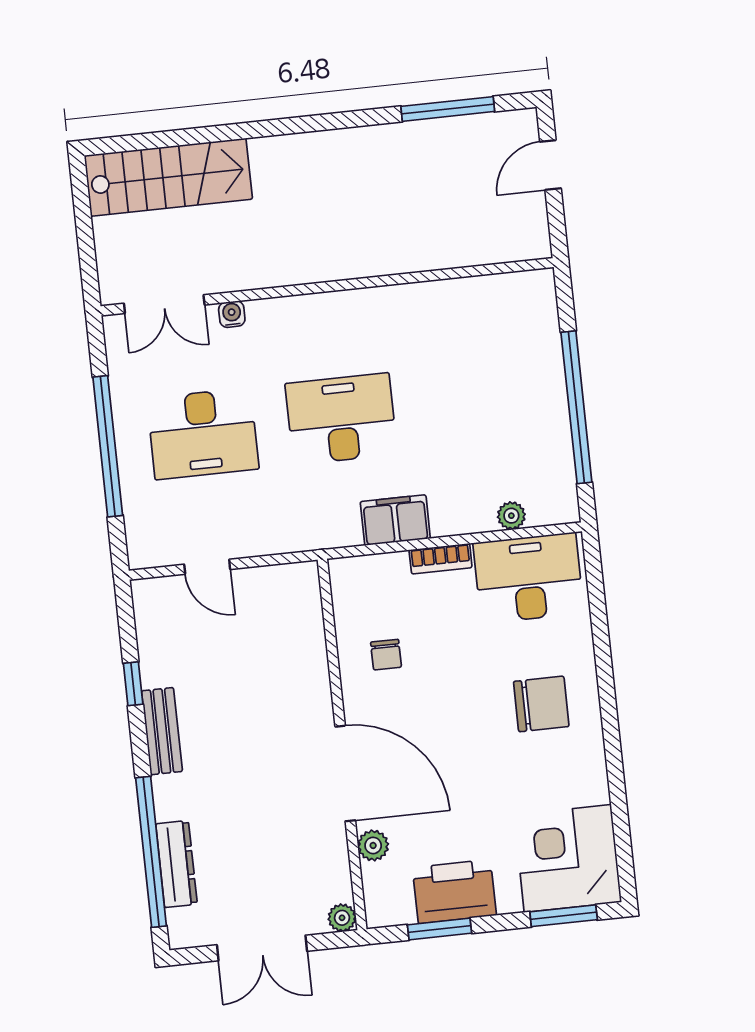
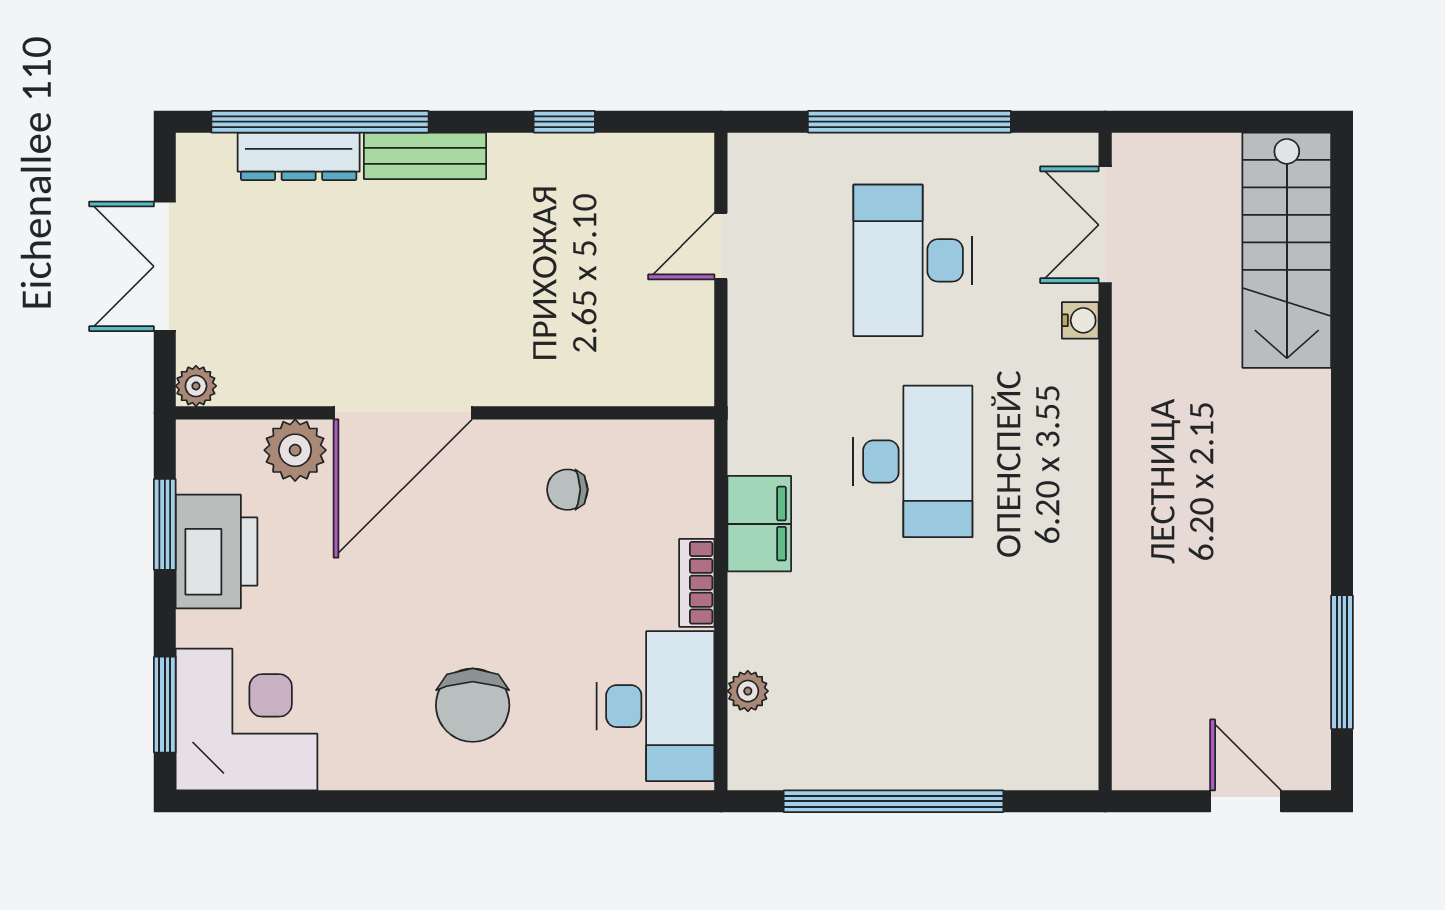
bench: (162, 731) -> (425, 156), moved
plant: (373, 845) -> (295, 450), width x1.38, depth x1.38

